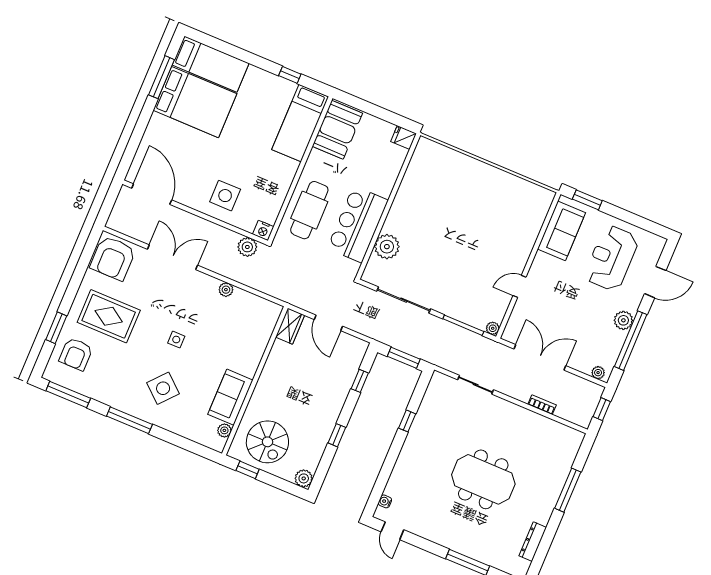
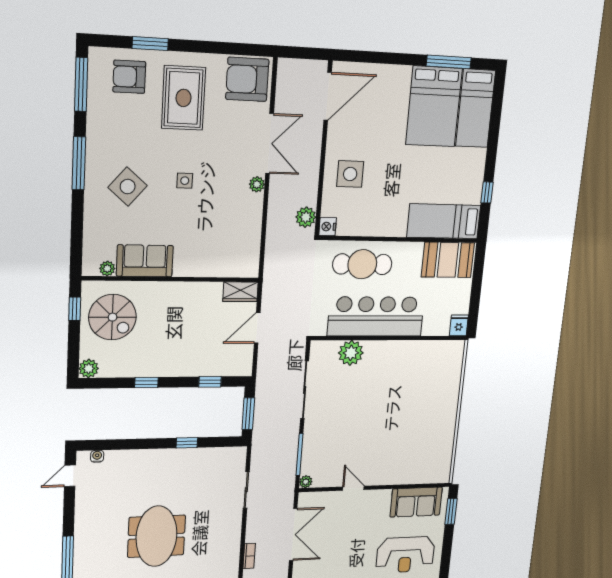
bar counter: (358, 224) -> (376, 316), width x1.36
reception desk: (611, 258) -> (405, 555), turned 180
plant: (226, 290) -> (257, 184), moved
spiral stairs: (267, 442) -> (113, 317), turned -90

